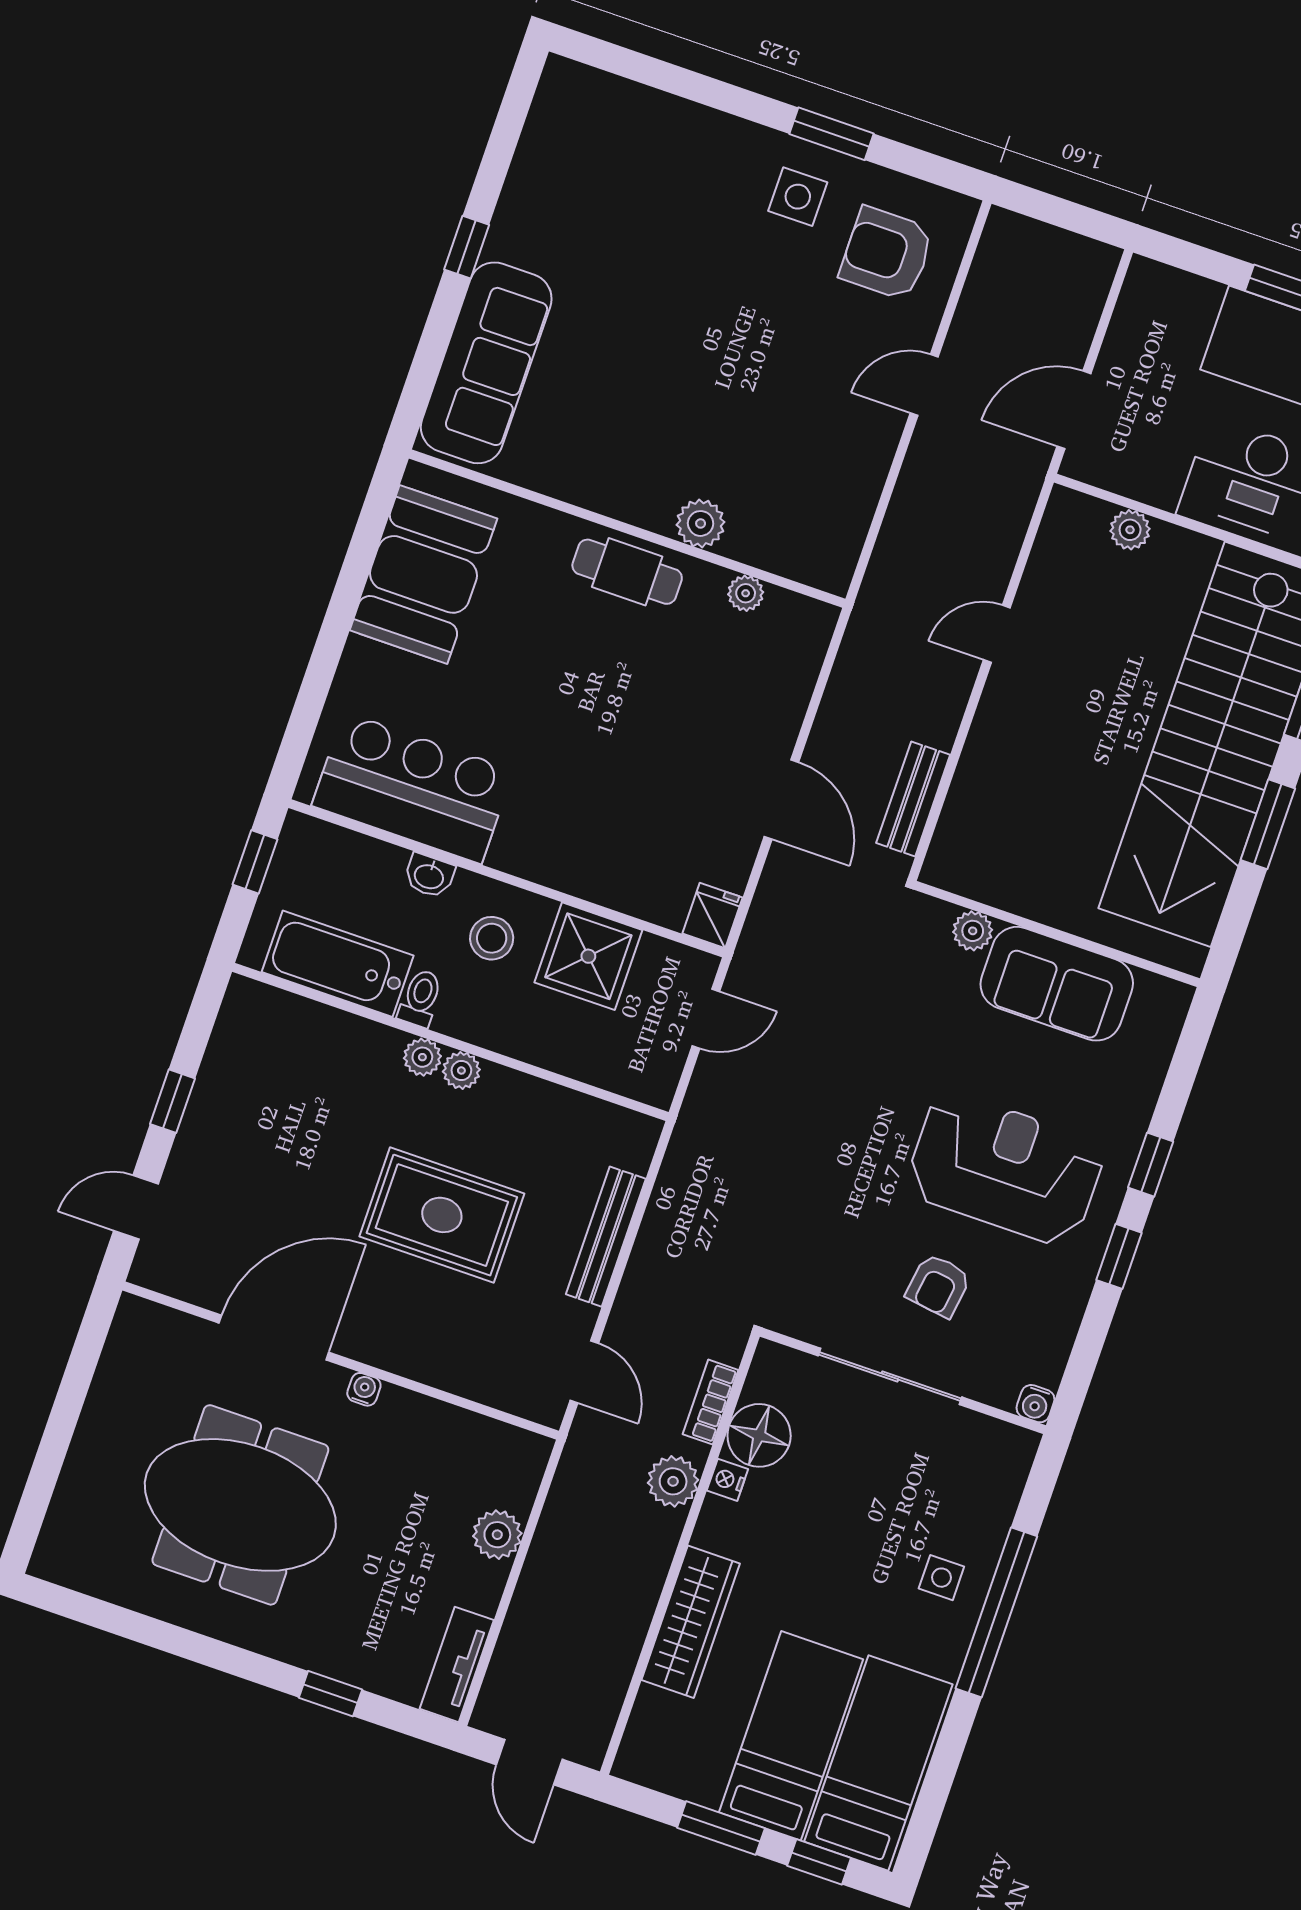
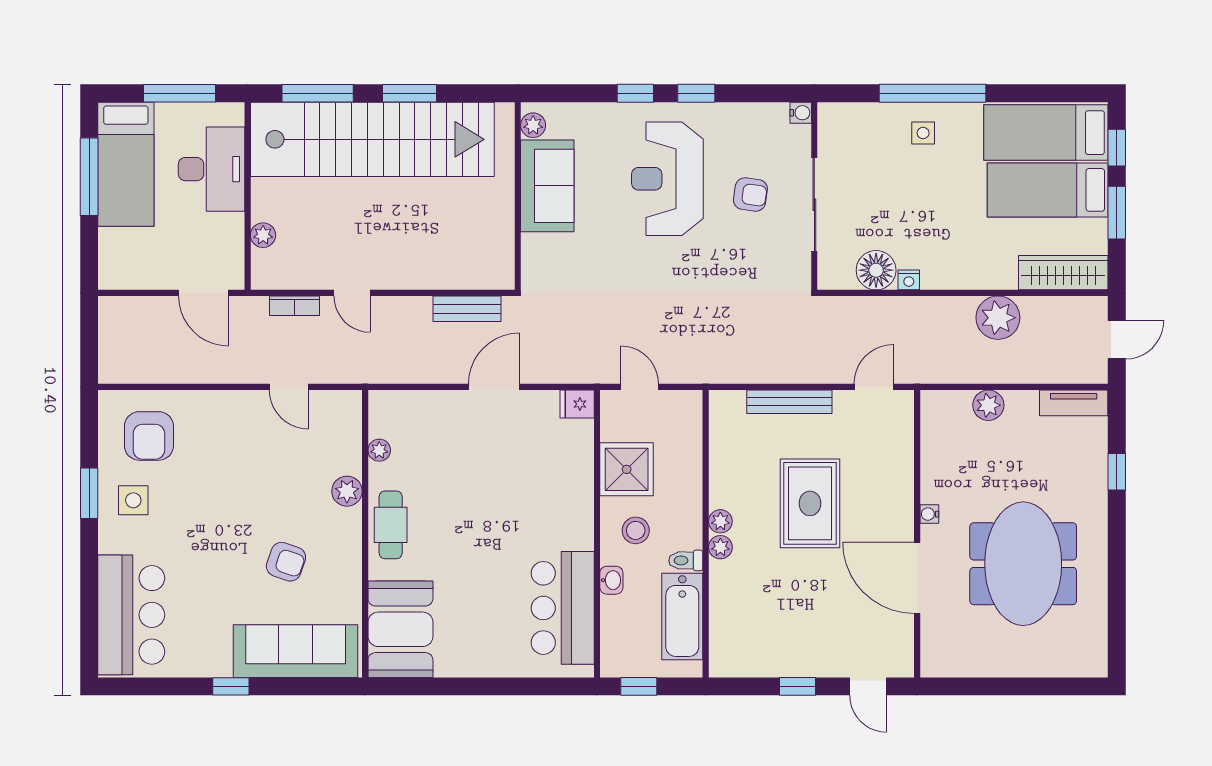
bar counter: (626, 134) -> (131, 615), added
door: (924, 385) -> (289, 387), moved
armchair: (626, 395) -> (286, 562), added
booth: (423, 574) -> (400, 629), moved, turned 90
plant: (973, 931) -> (533, 125), moved
bookcase: (711, 1402) -> (295, 306), moved
plant: (673, 1481) -> (998, 318), moved, width x1.36, depth x1.36
wardrobe: (691, 1622) -> (1063, 273), moved

